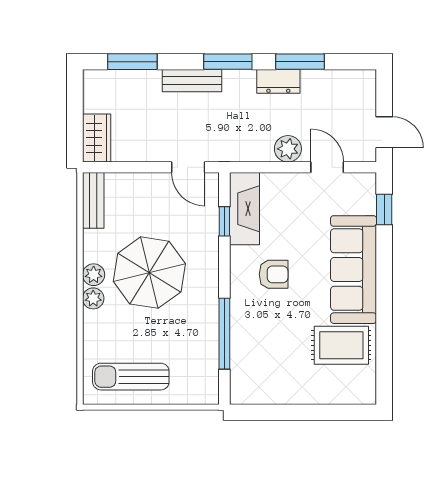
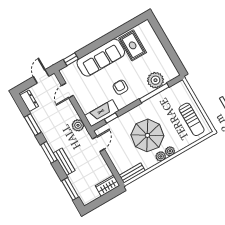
dresser: (278, 81) -> (29, 101), moved
plant: (288, 149) -> (78, 125), moved
plant: (248, 351) -> (155, 80), added

